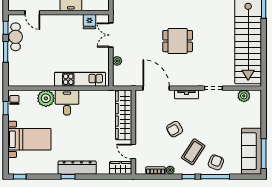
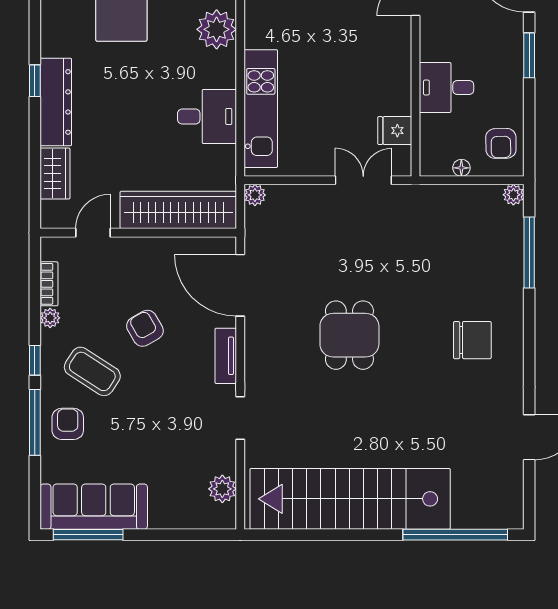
plant: (117, 61) -> (255, 195), moved
door: (156, 88) -> (240, 285), swing flipped
desk: (67, 102) -> (207, 116), moved
armchair: (216, 162) -> (68, 424), turned -111
wardrobe: (121, 168) -> (55, 173), moved

